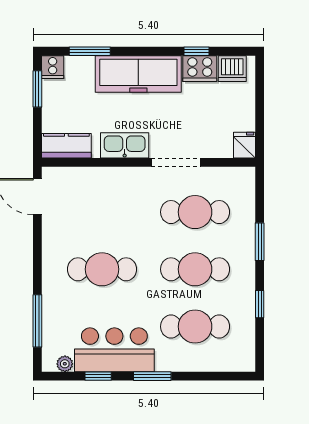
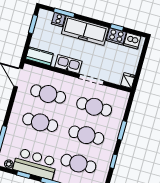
cooker: (53, 67) -> (58, 20), moved
cafe table: (102, 212) -> (48, 94), added

